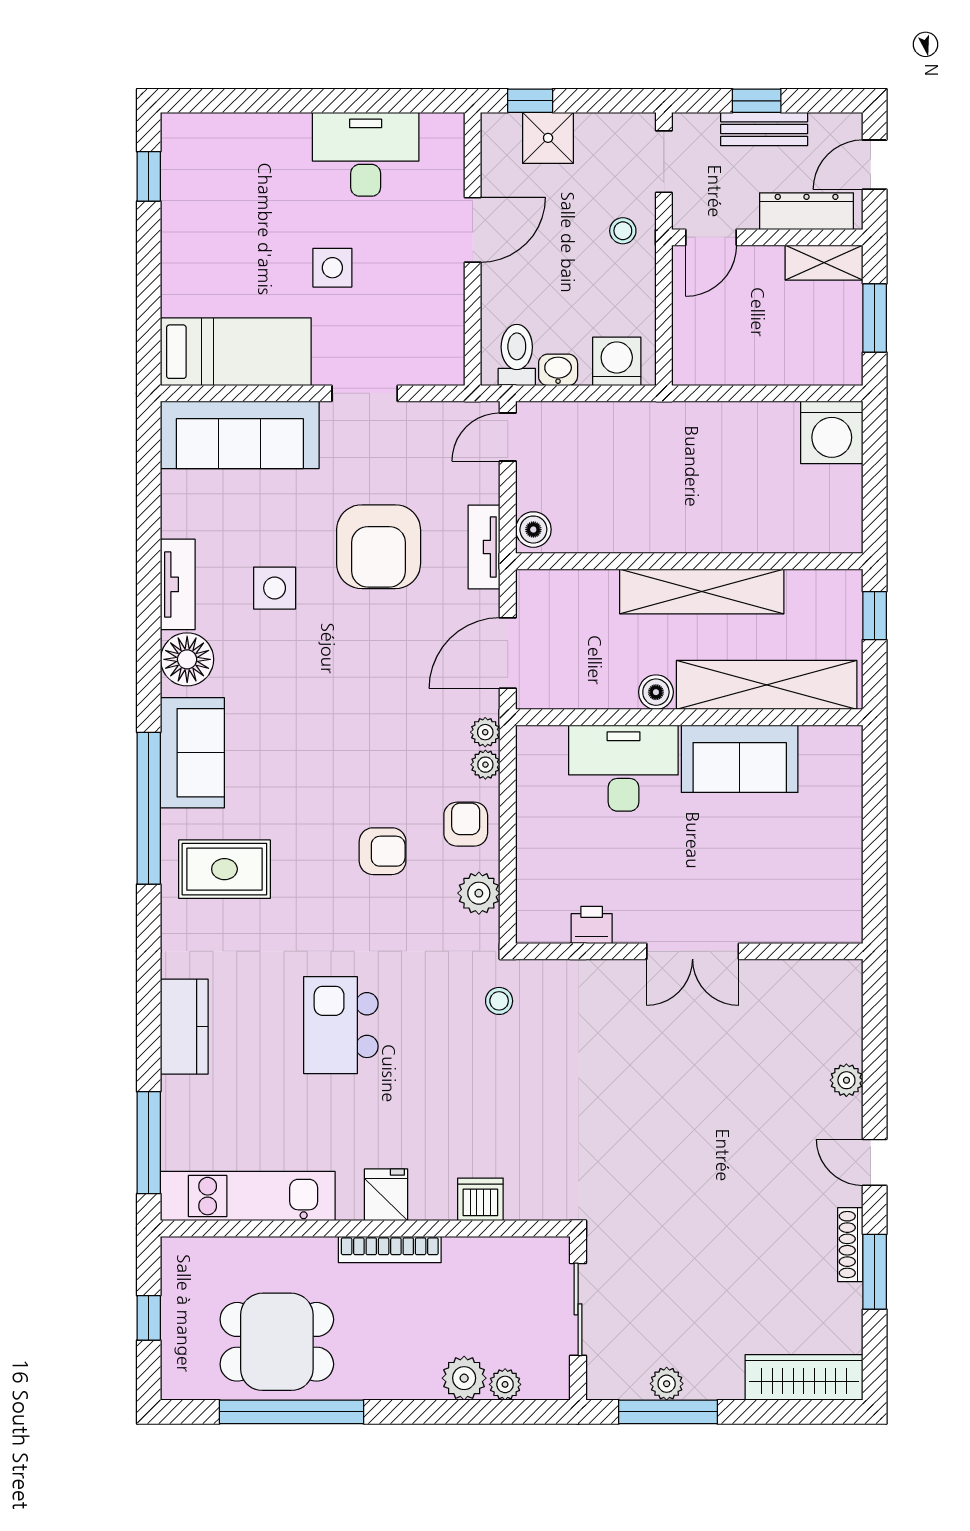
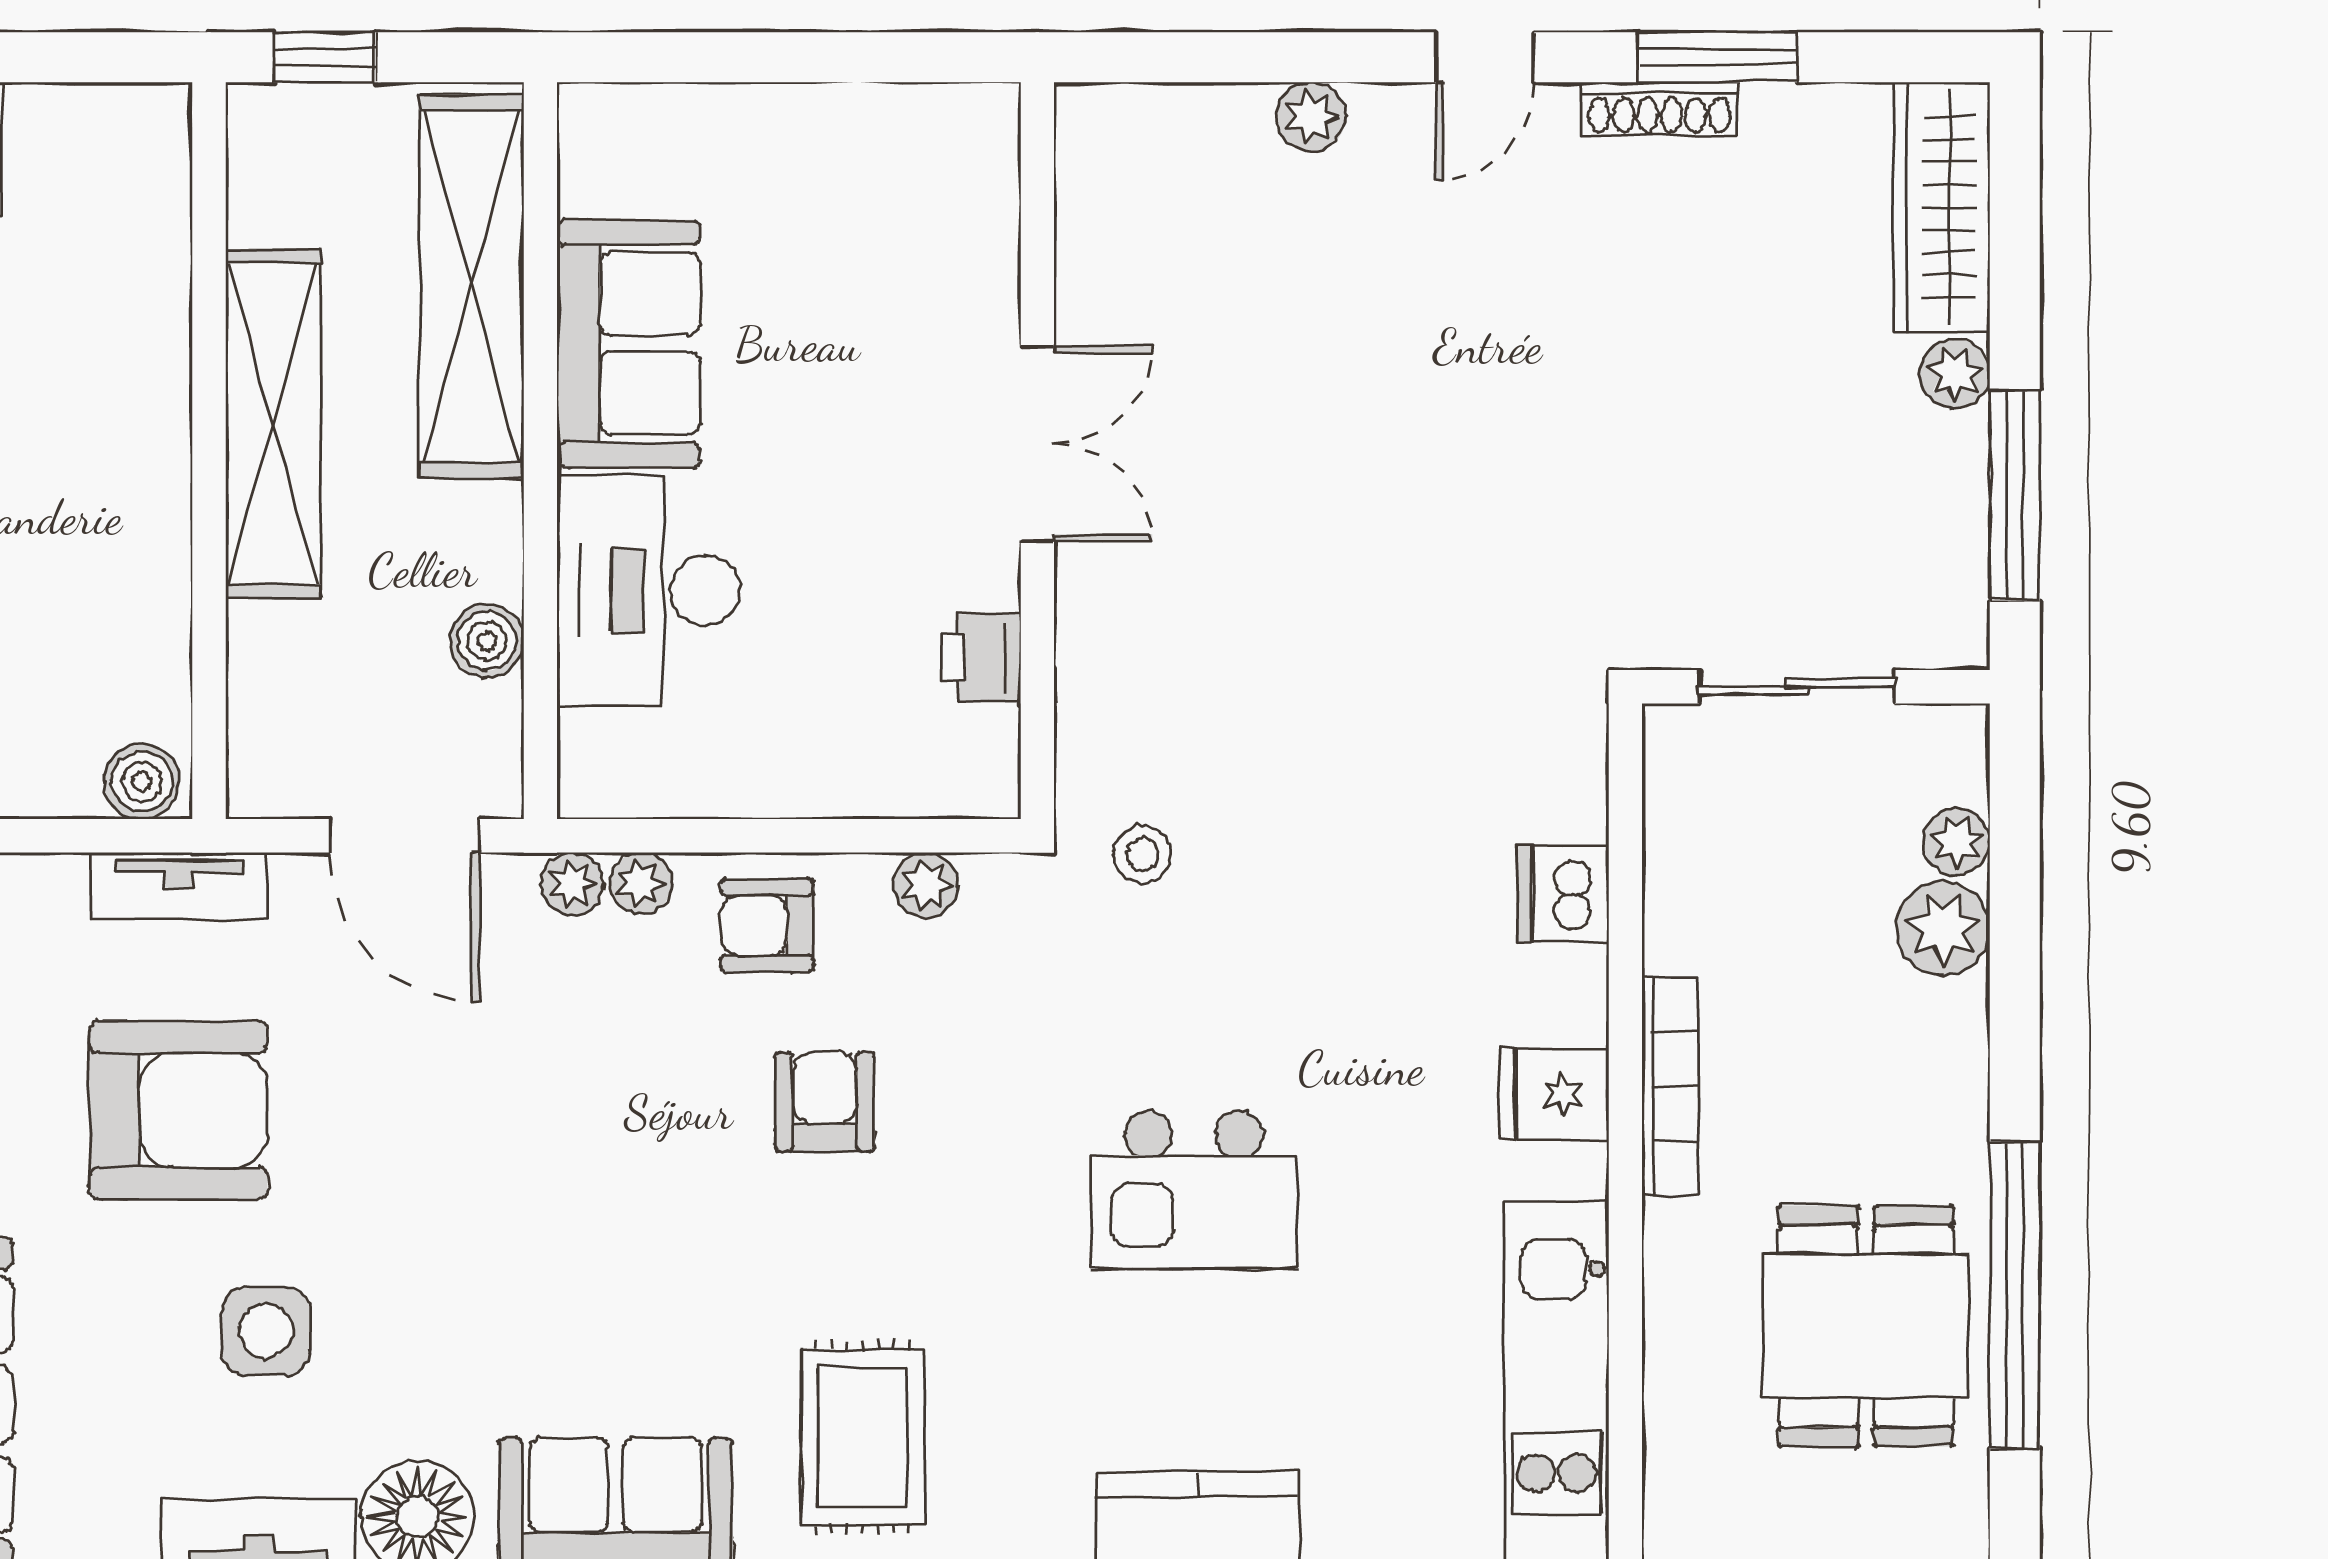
boiler: (656, 692) -> (487, 641), moved
plant: (479, 893) -> (926, 885), width x0.73, depth x0.73
plant: (667, 1384) -> (1955, 374), moved

